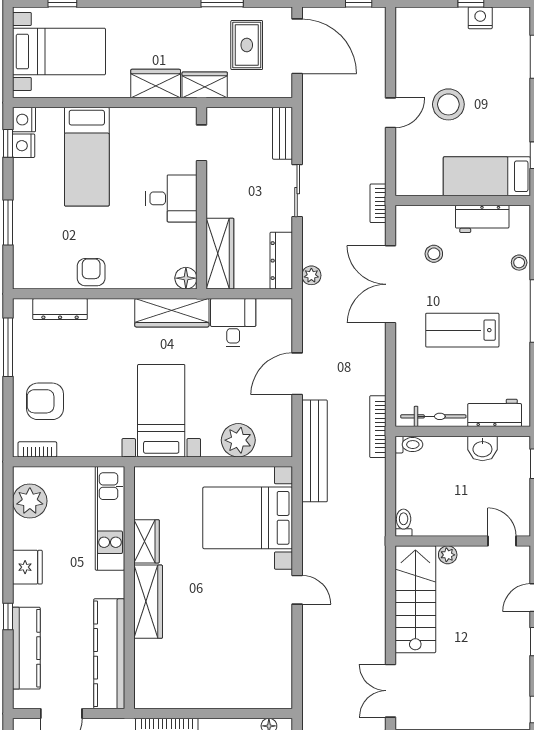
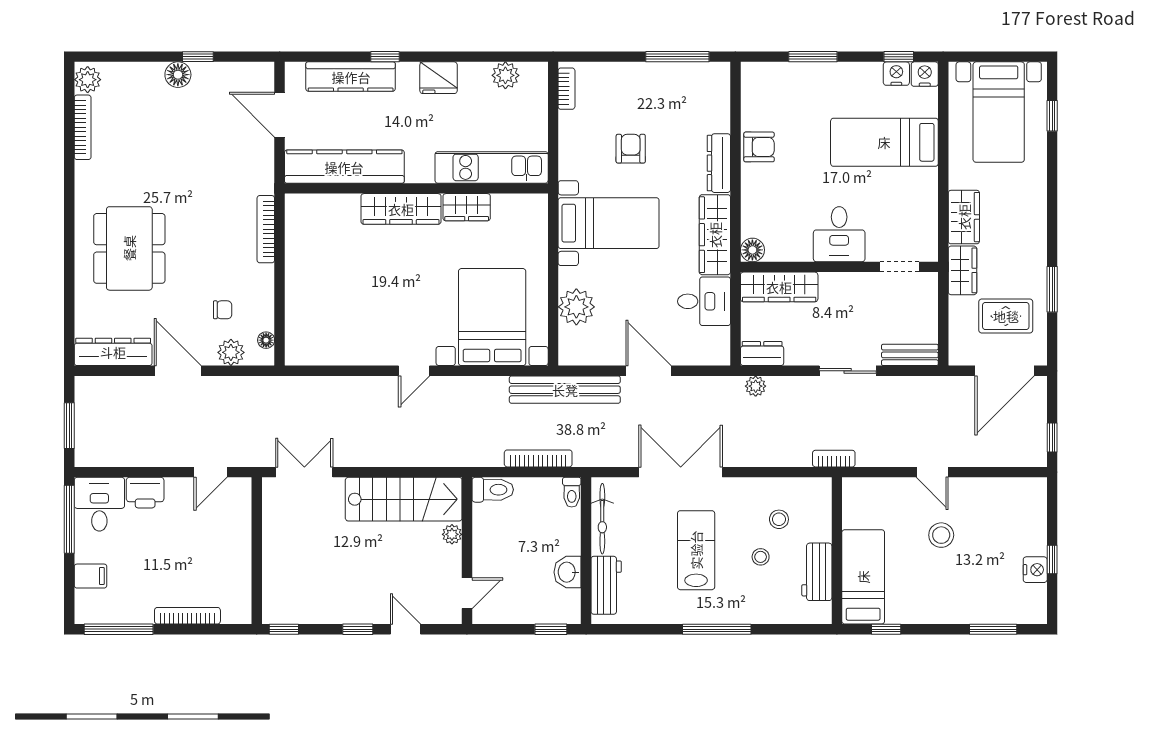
stool: (448, 104) -> (941, 535), width x0.73, depth x0.73
dresser: (281, 261) -> (762, 354), width x0.70
stool: (519, 263) -> (761, 557), moved
double door: (390, 284) -> (681, 472), moved
dresser: (60, 309) -> (719, 163), moved
armchair: (45, 401) -> (631, 149), moved, width x0.72, depth x0.72
bookcase: (378, 427) -> (538, 458), moved
plant: (30, 501) -> (505, 75), width x0.73, depth x0.73
toilet: (404, 523) -> (493, 490), width x1.37, depth x1.39

